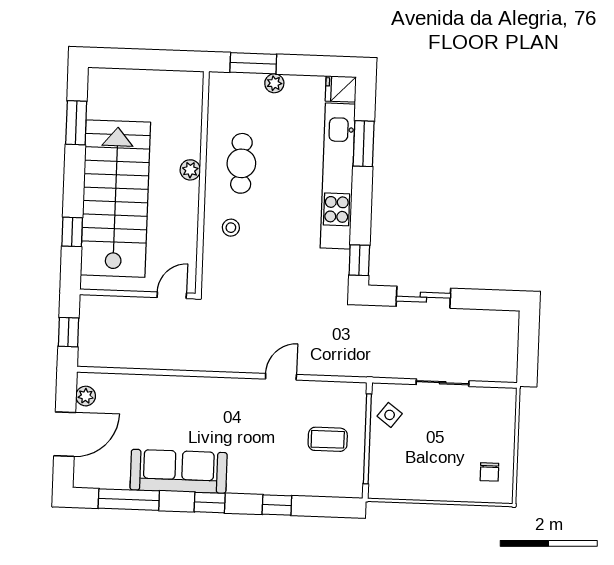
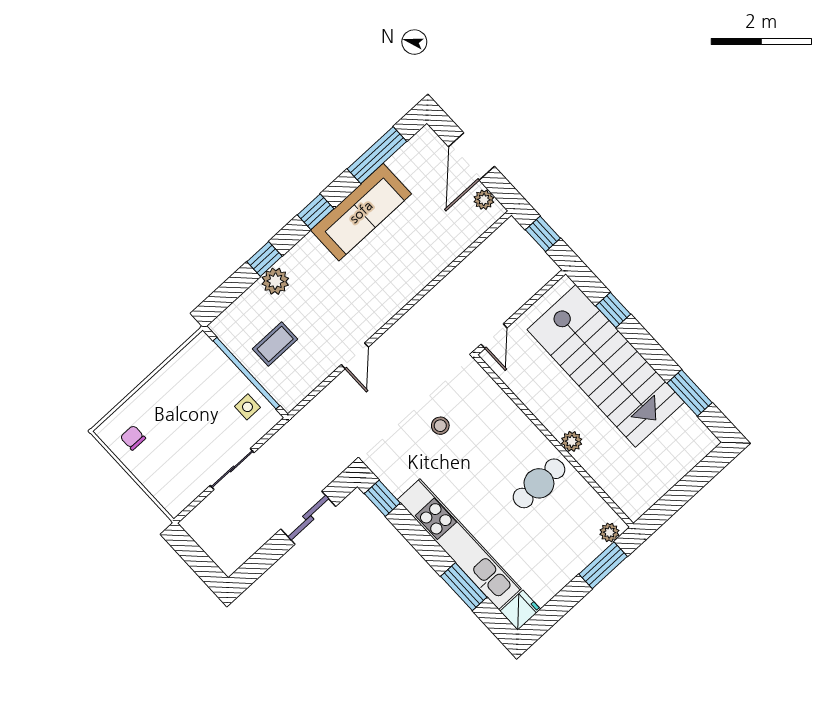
plant: (274, 83) -> (609, 532), moved
cafe table: (241, 163) -> (539, 483), turned 90
stool: (231, 228) -> (440, 426), moved
side table: (390, 415) -> (247, 407), turned -37
plant: (285, 482) -> (275, 281), added

